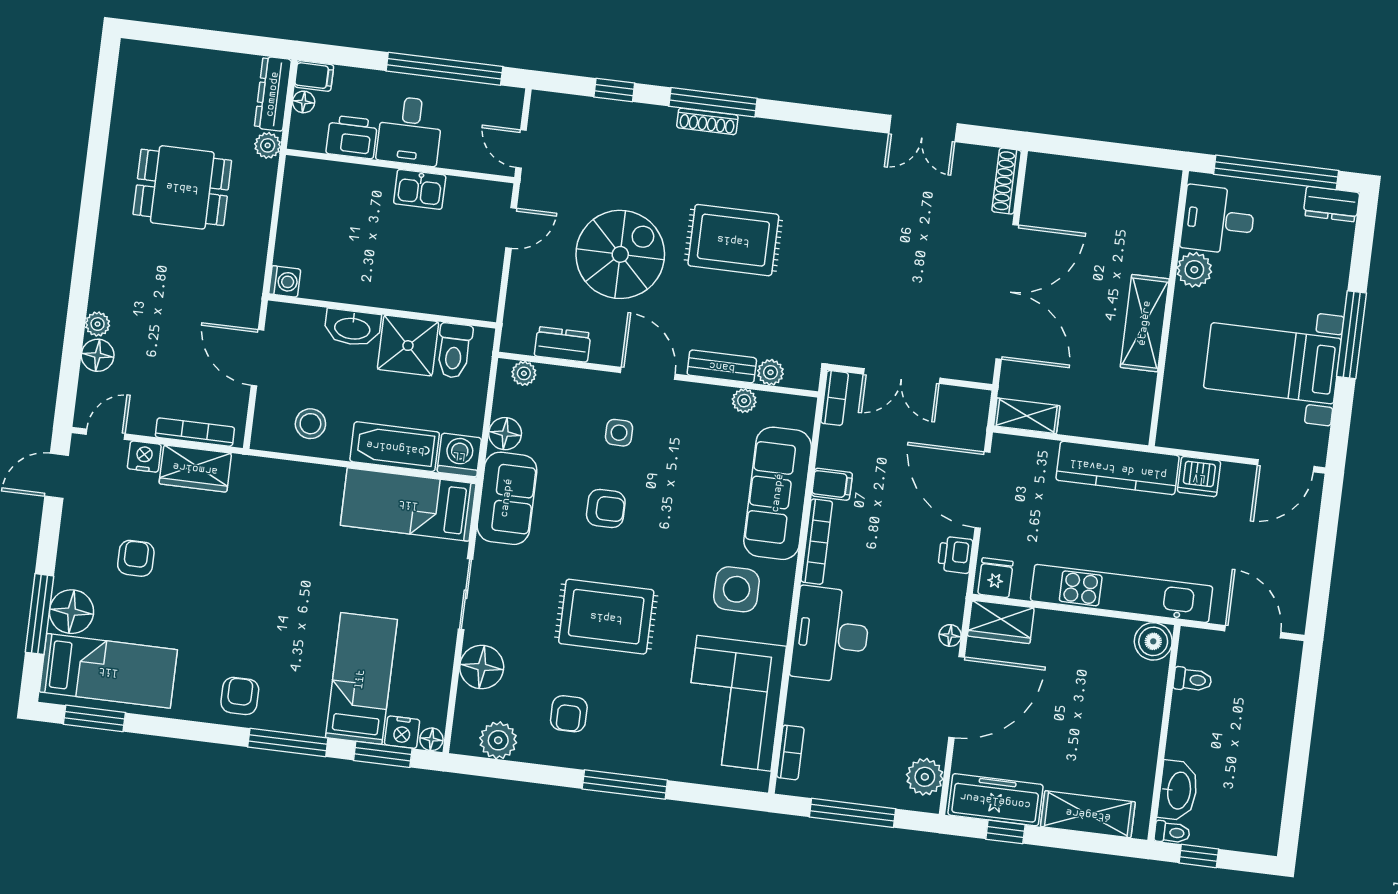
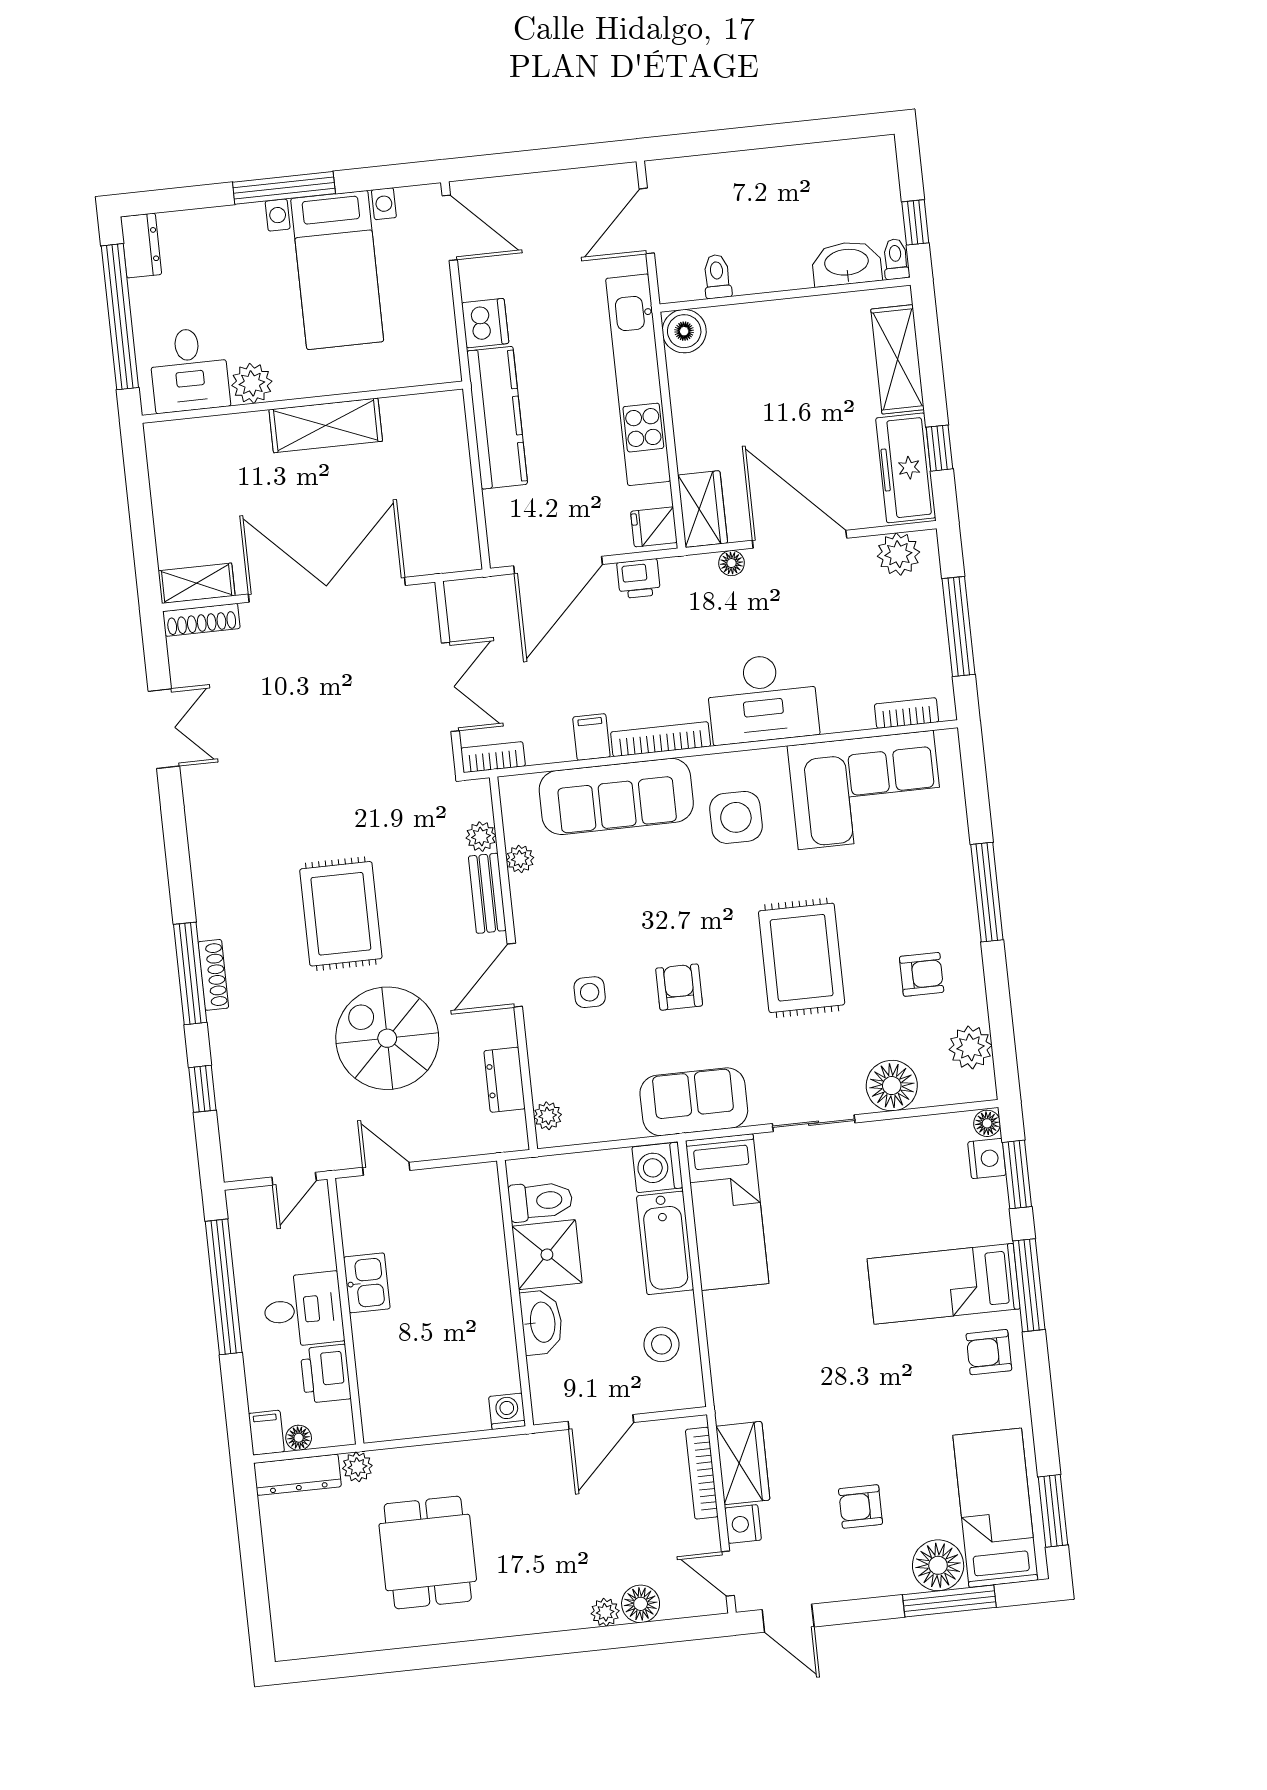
shelving: (1027, 416) -> (197, 583), moved, turned 90
floor lamp: (505, 434) -> (621, 1121), removed
bed: (361, 679) -> (944, 1284), moved

